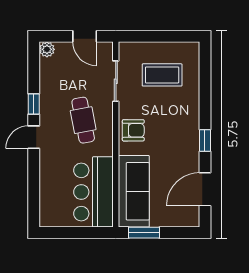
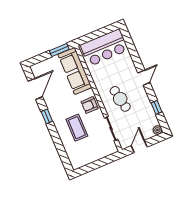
door: (85, 36) -> (139, 146), hinge flipped
coffee table: (162, 75) -> (77, 128), moved, turned 90
window: (34, 104) -> (156, 107), moved
bar counter: (93, 192) -> (104, 48), moved, turned 90

